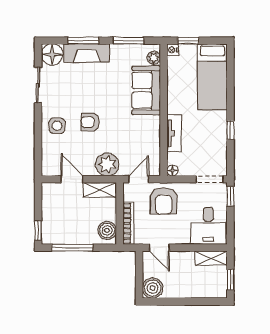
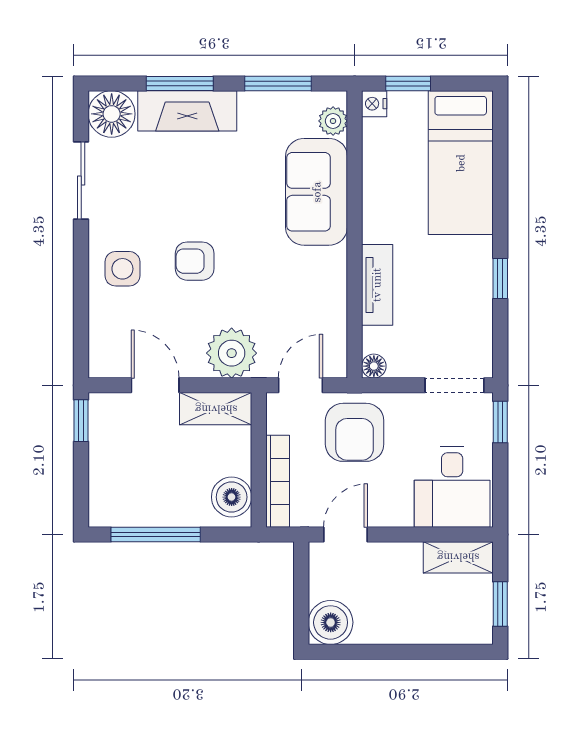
window: (38, 231) -> (81, 421), moved
door: (159, 248) -> (345, 535), swing flipped

